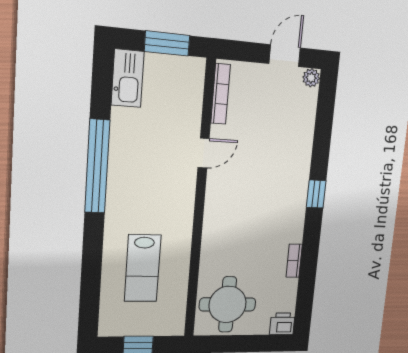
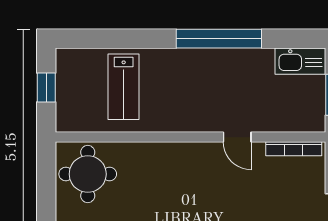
lab bench: (143, 268) -> (124, 87), turned -90

